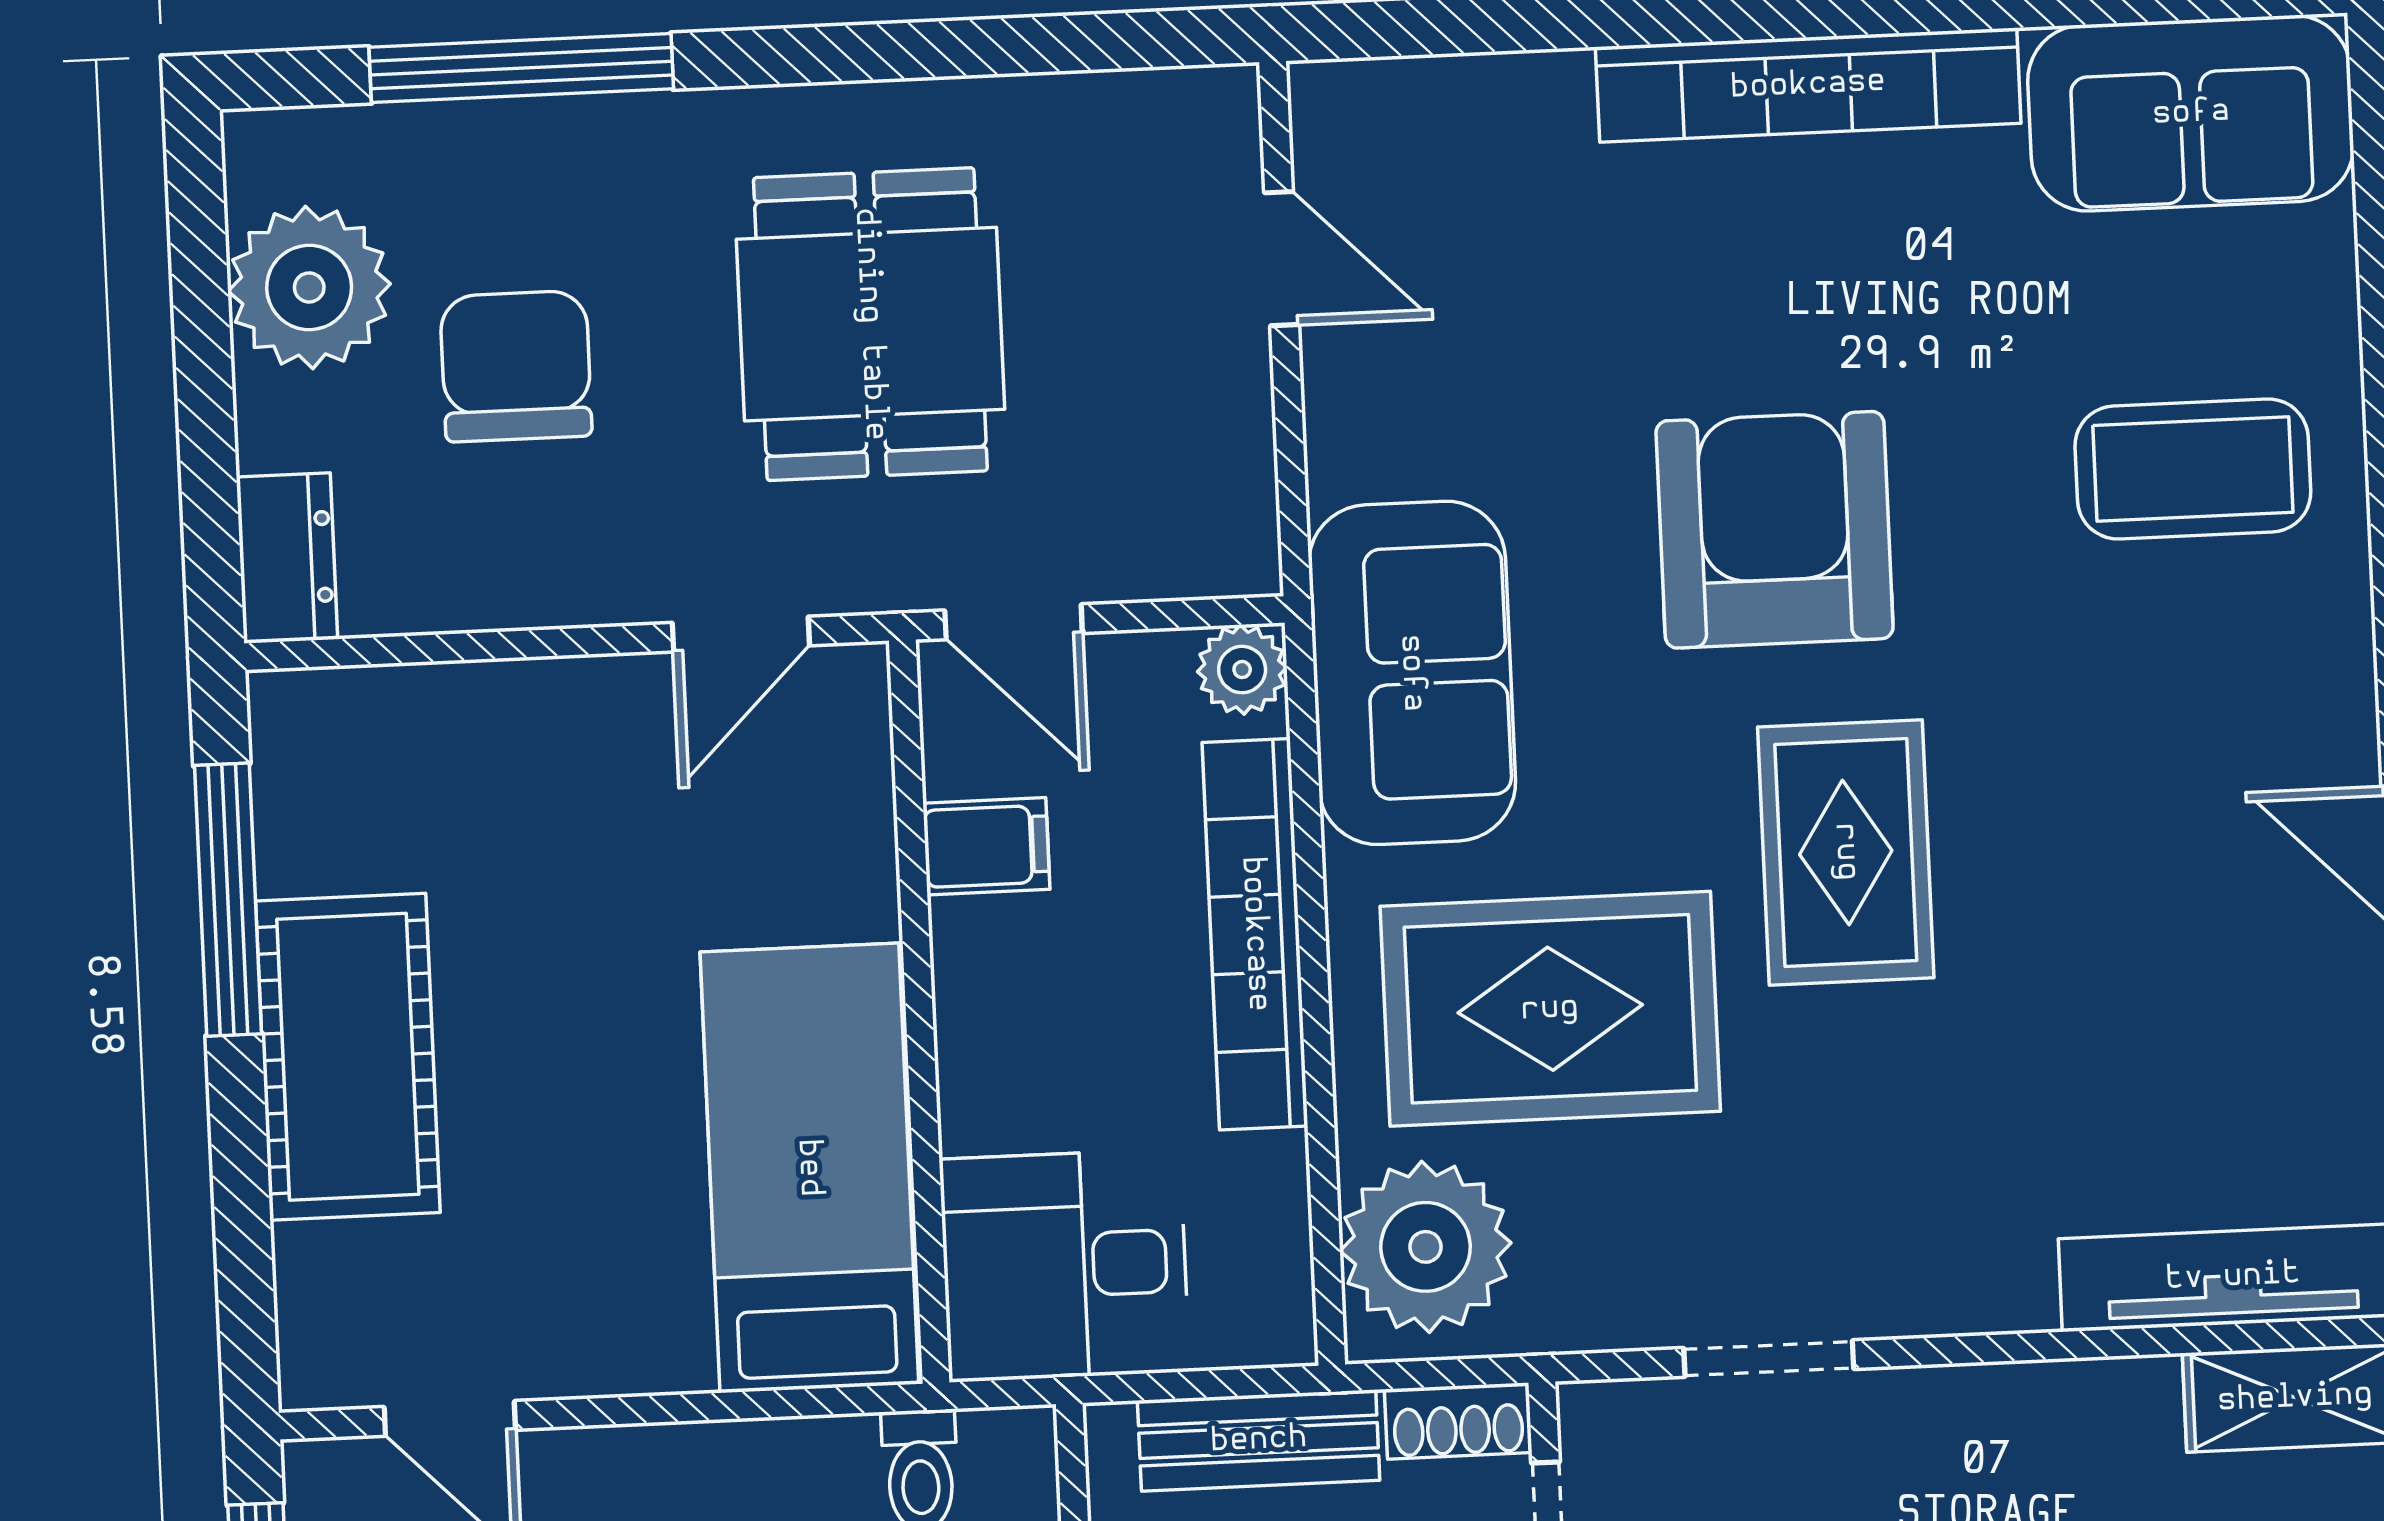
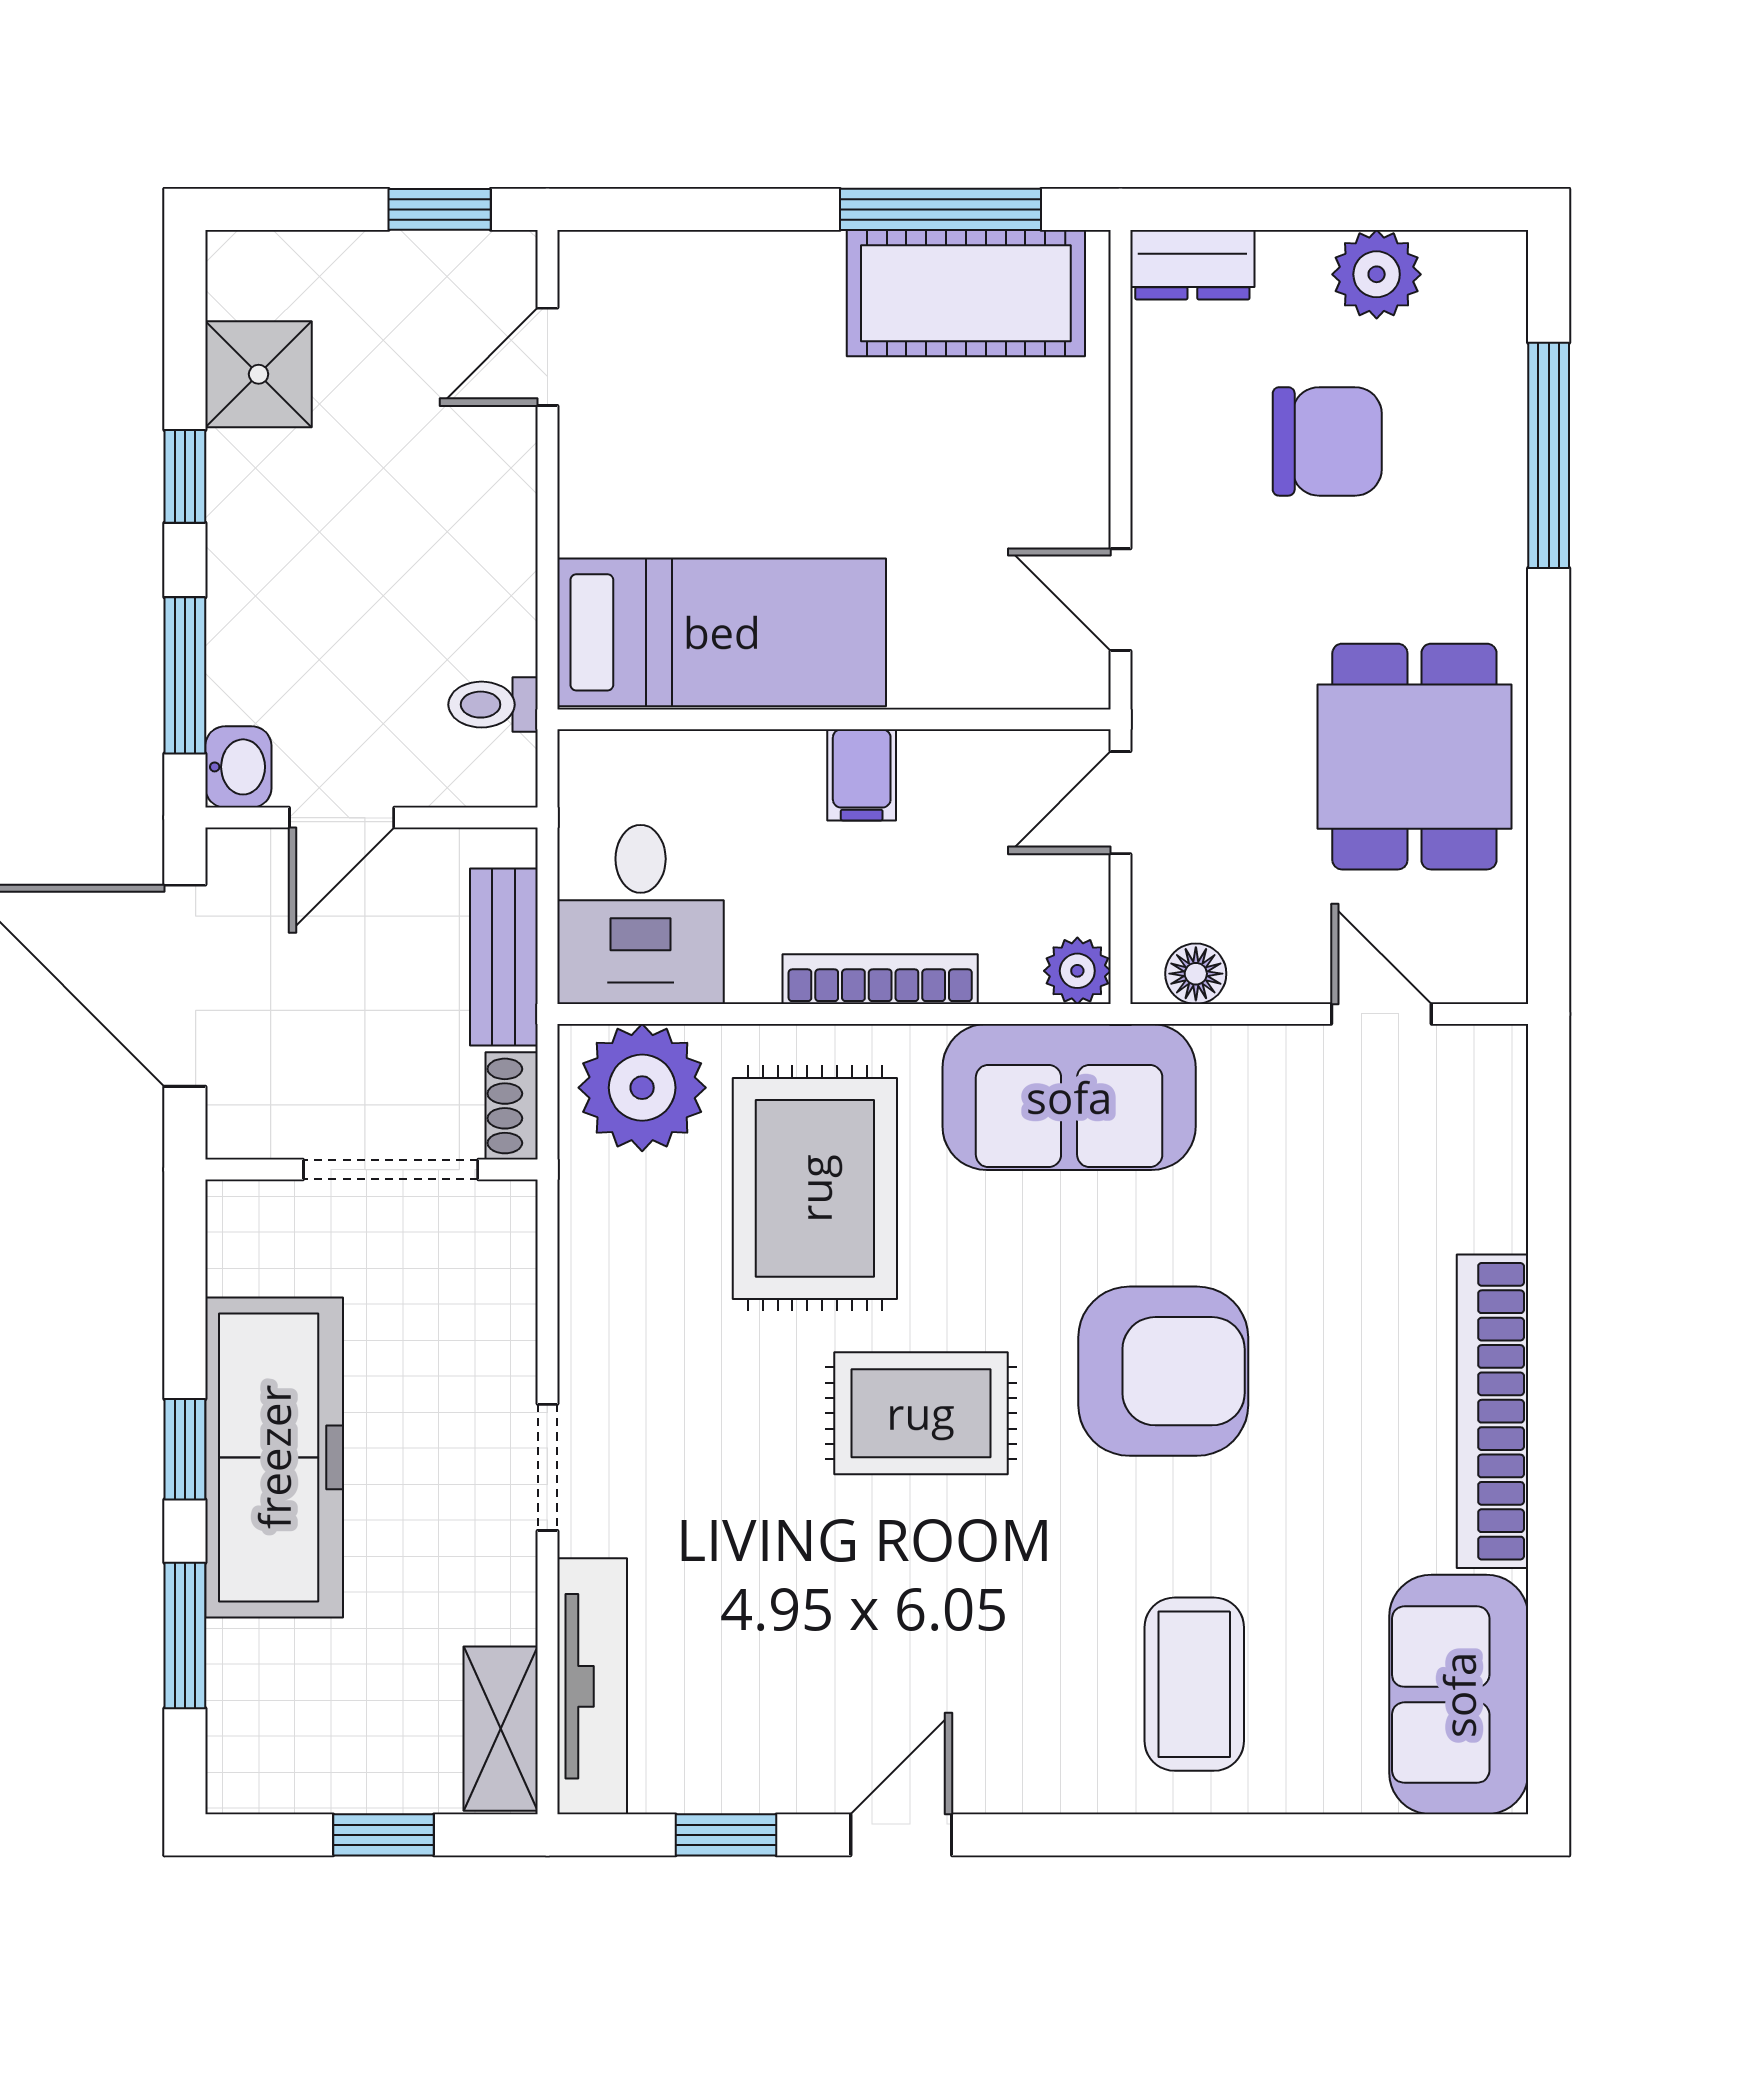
door: (1282, 259) -> (1381, 1014), swing flipped
plant: (309, 287) -> (1377, 274), width x0.73, depth x0.73
dining table: (870, 324) -> (1414, 757), moved, turned 90
floor lamp: (1239, 510) -> (1196, 974), added
filing cabinet: (986, 846) -> (862, 775), moved
bookcase: (1255, 934) -> (880, 979), width x0.68, depth x0.76
cot: (348, 1057) -> (966, 293), moved
desk: (1065, 1265) -> (641, 914), moved, turned 180
doorway: (1769, 1359) -> (548, 1467), moved

